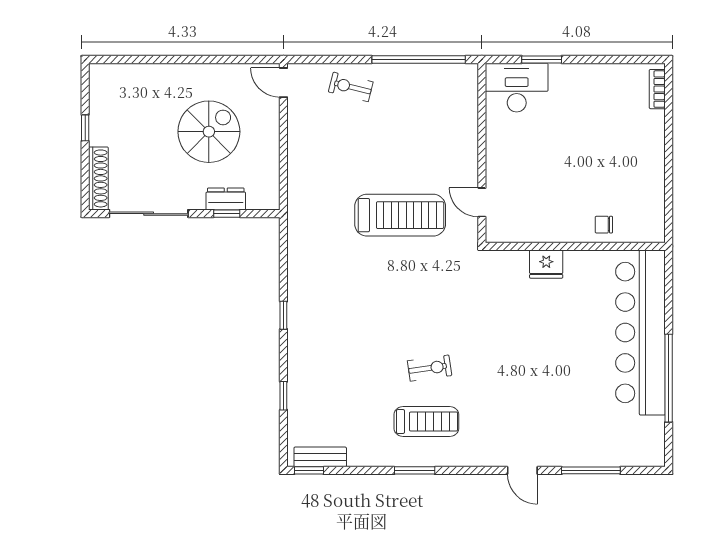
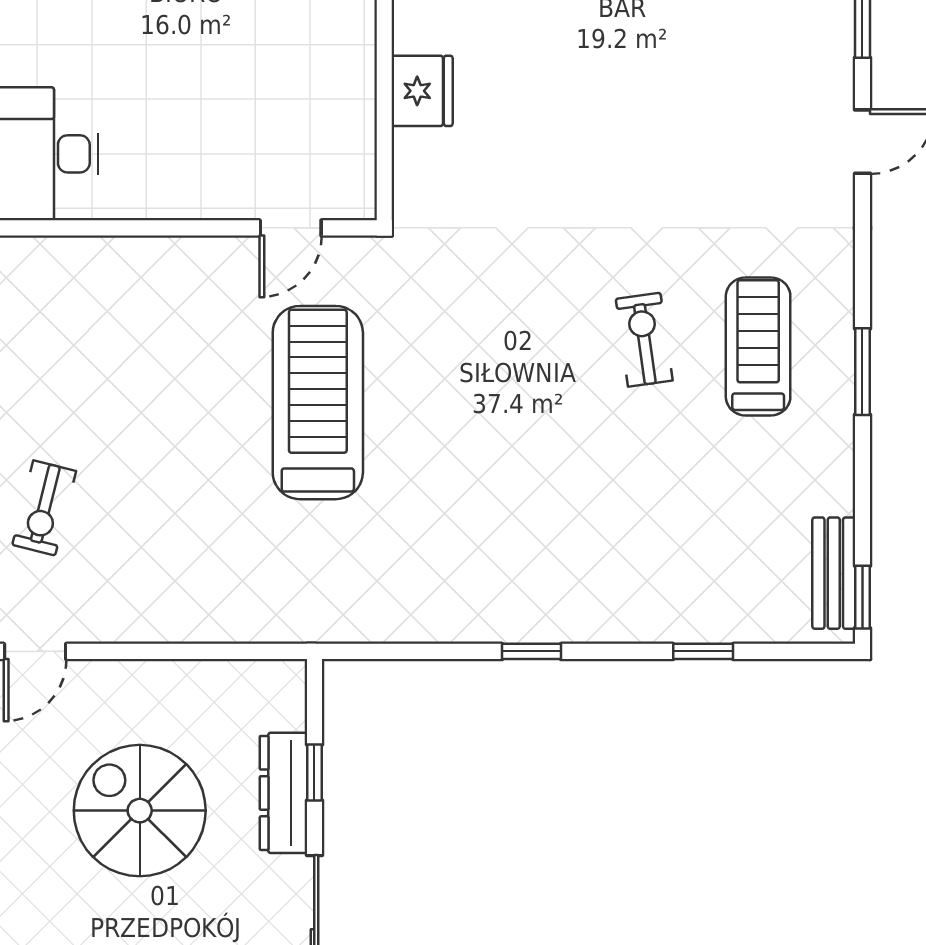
dresser: (226, 199) -> (283, 793), width x1.44

